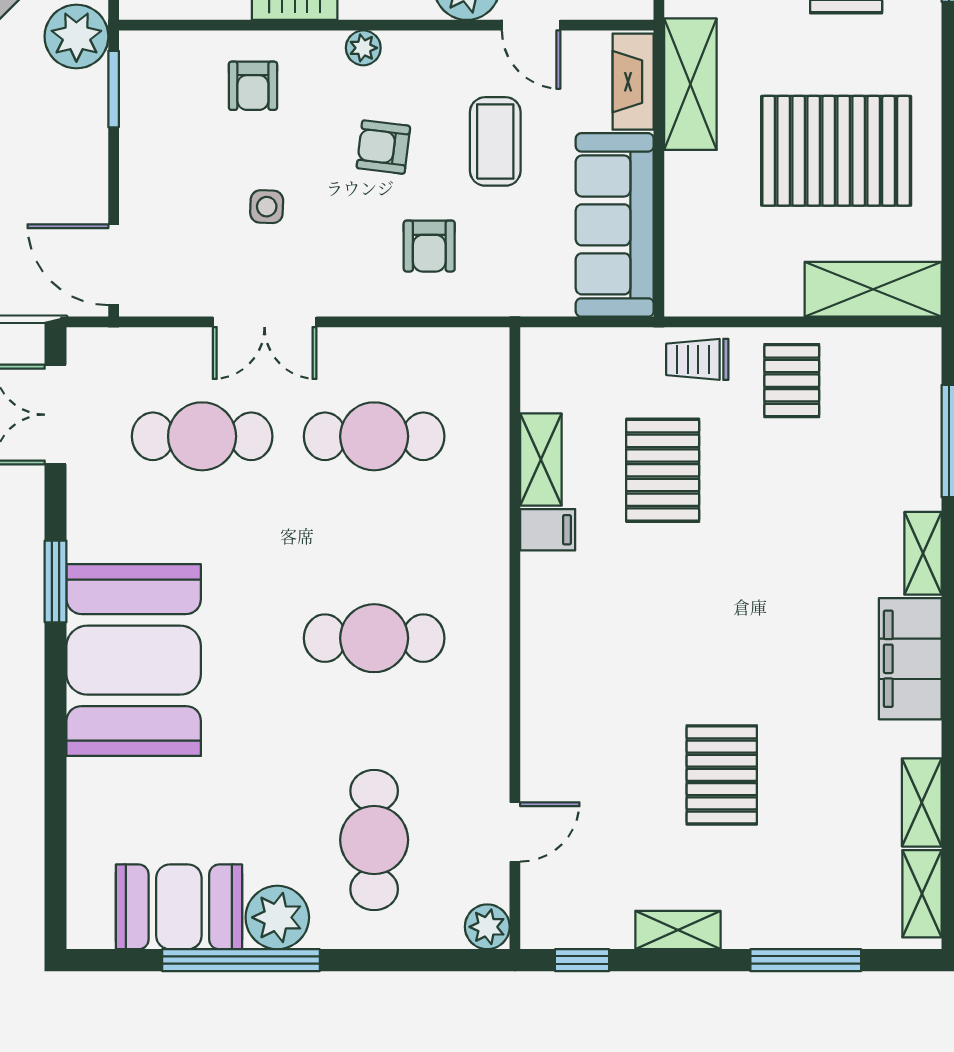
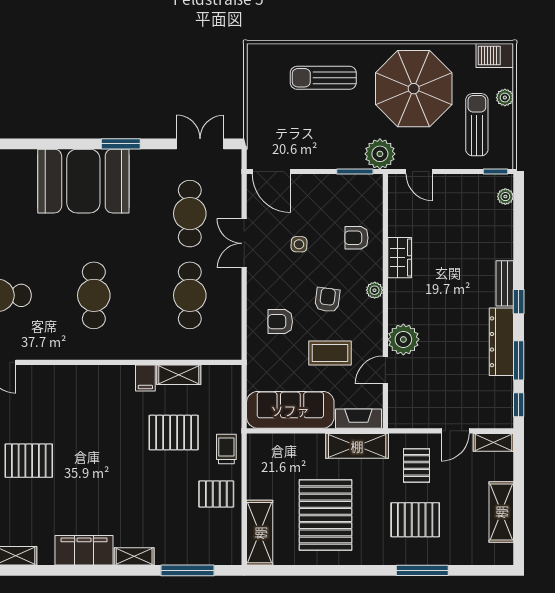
door: (114, 265) -> (271, 172), swing flipped

